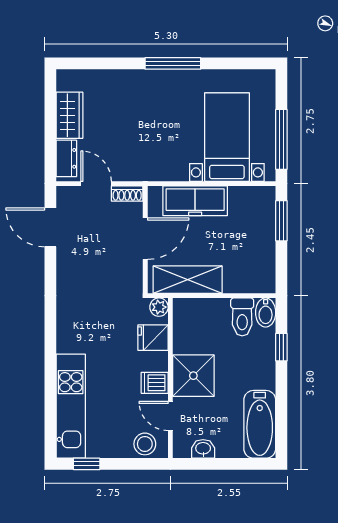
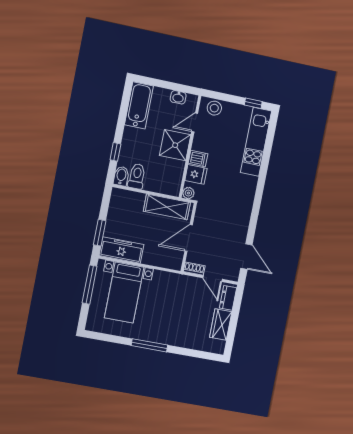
freezer: (195, 201) -> (121, 250), moved
dishwasher: (155, 383) -> (198, 158), moved
door: (170, 416) -> (195, 123), swing flipped

